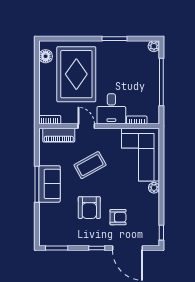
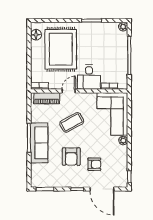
door: (86, 126) -> (69, 91), hinge flipped
sofa: (49, 184) -> (39, 143), width x1.36

